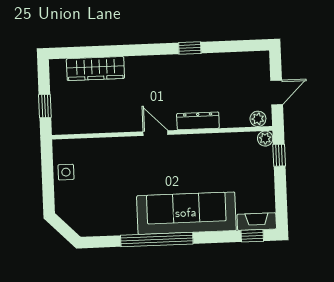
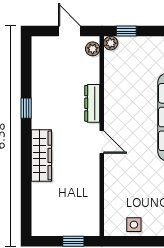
wardrobe: (95, 69) -> (41, 155), moved
door: (155, 133) -> (102, 142), swing flipped

